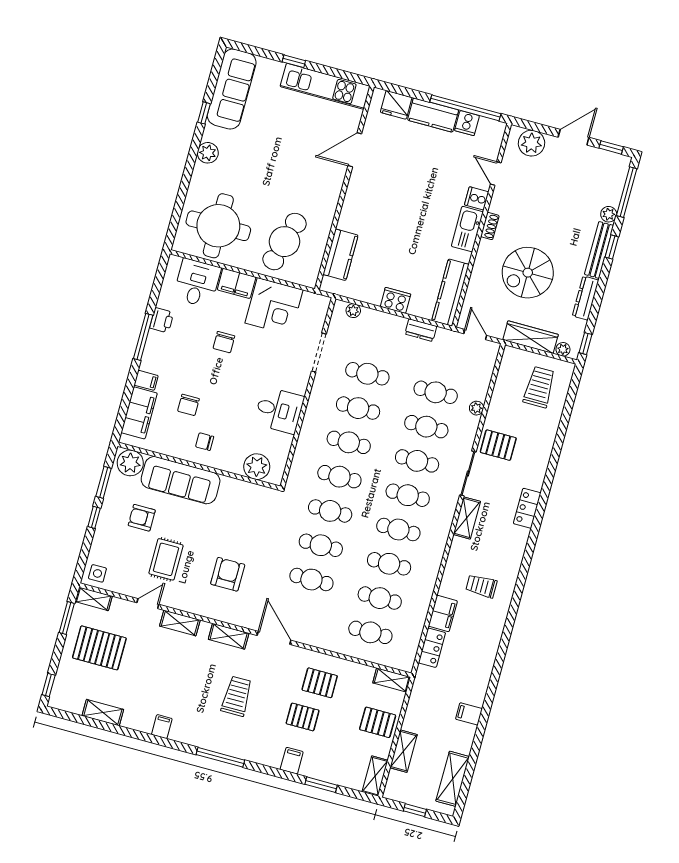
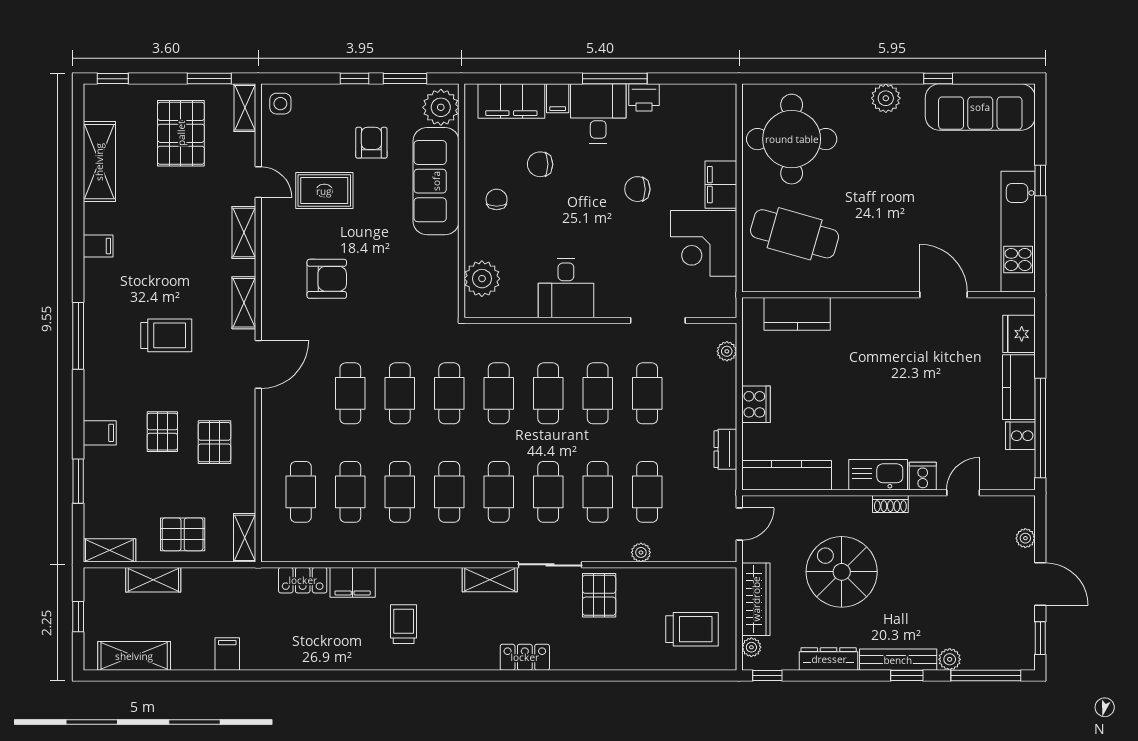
plant: (531, 143) -> (1025, 538), width x0.53, depth x0.53
desk: (197, 283) -> (598, 113), moved, turned -90
shelving: (103, 713) -> (99, 162), width x1.50, depth x1.33
pallet: (378, 722) -> (183, 534), turned 90

